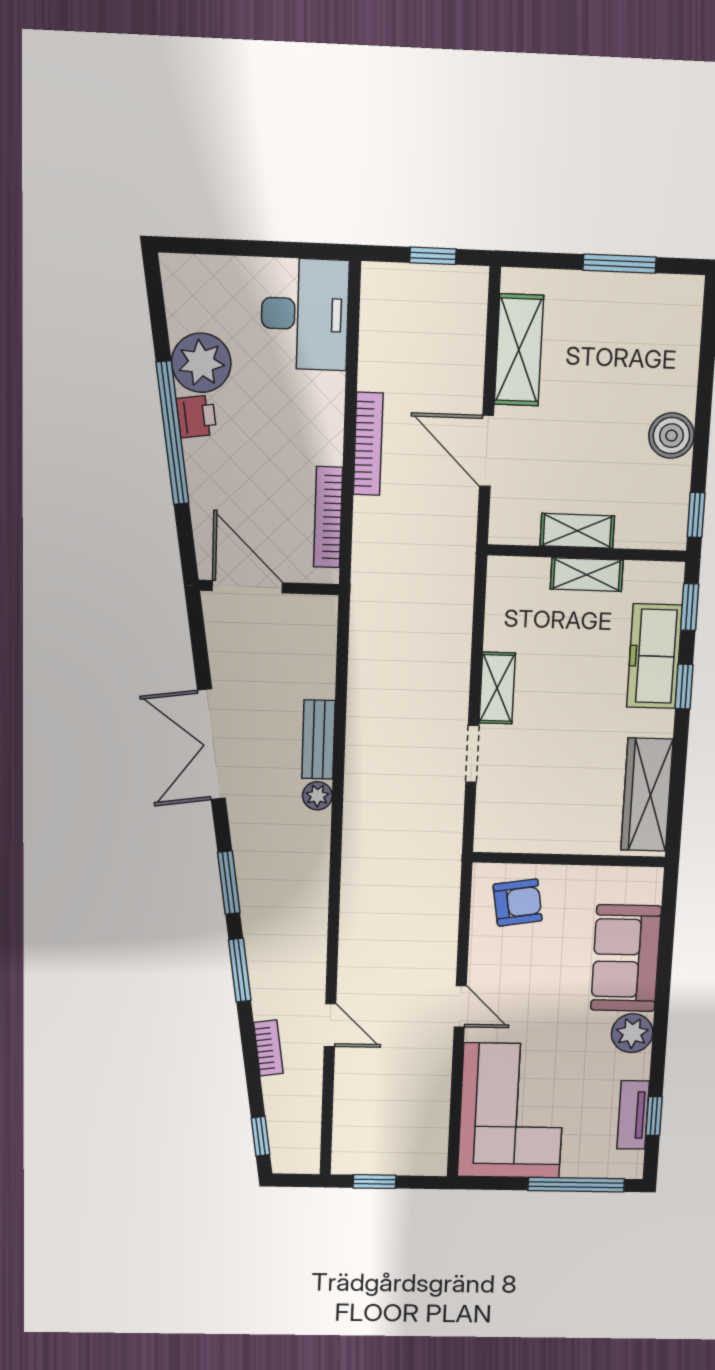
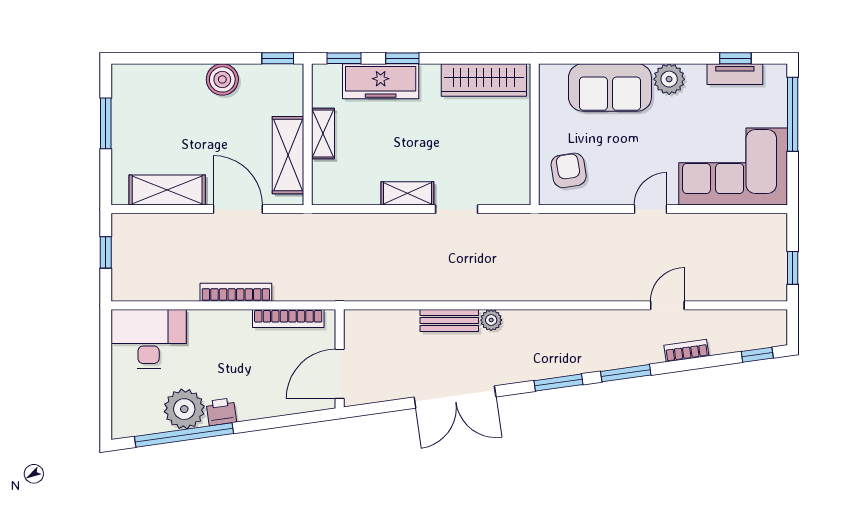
window: (173, 433) -> (184, 435), moved
door: (487, 451) -> (238, 209), swing flipped
shelving: (577, 531) -> (288, 155), width x1.50, depth x1.33

